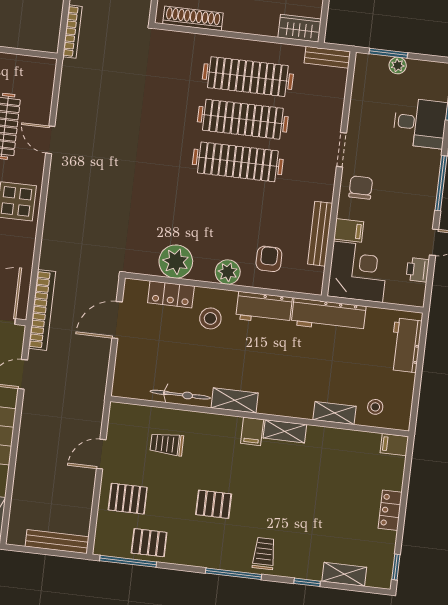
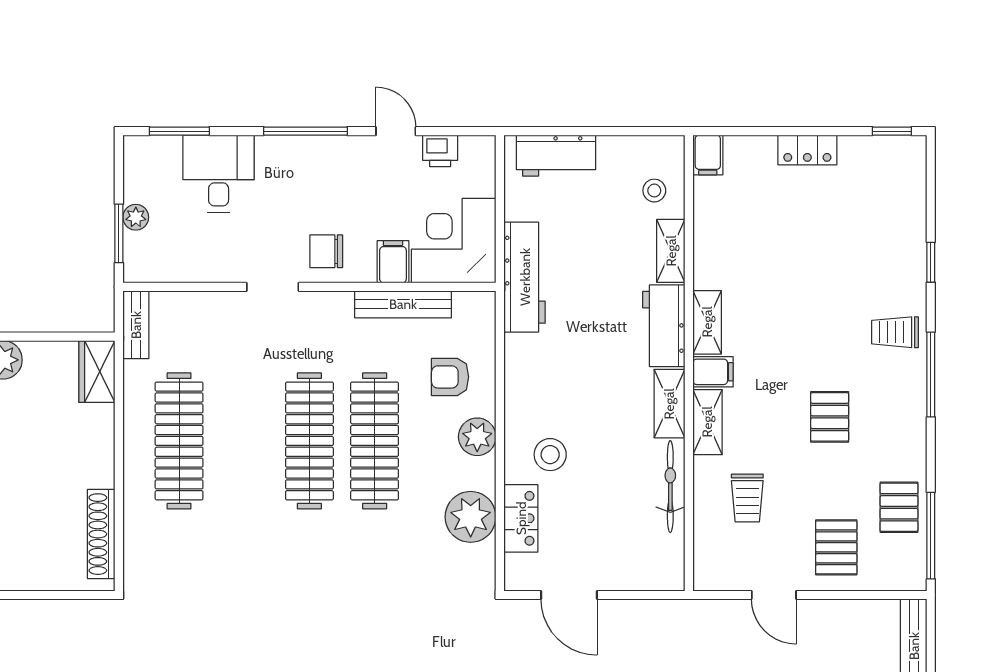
clothes rail: (243, 119) -> (375, 441), moved
workbench: (264, 308) -> (664, 326), moved, turned 180
shelving: (344, 574) -> (707, 422), moved

